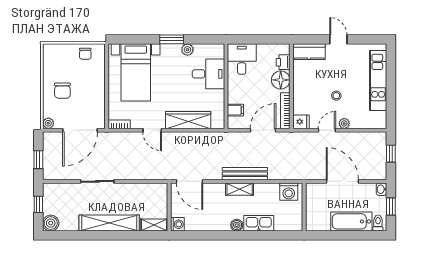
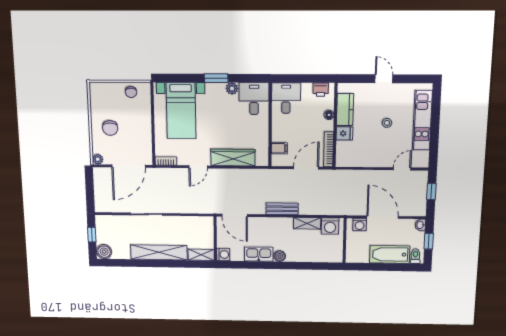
kitchen counter: (309, 52) -> (345, 110), moved, turned -90
printer: (283, 62) -> (321, 90), moved, turned -90
desk: (208, 74) -> (254, 99), moved, turned -90
floor lamp: (281, 80) -> (329, 115), width x0.53, depth x0.53
stool: (336, 96) -> (387, 123), moved
fridge: (301, 122) -> (344, 133), moved
plant: (344, 123) -> (387, 162), removed
door: (152, 130) -> (198, 167), hinge flipped
door: (327, 130) -> (402, 169), moved
window: (38, 160) -> (90, 193), removed
bench: (245, 174) -> (282, 209), width x0.73
shelving: (240, 189) -> (307, 223), moved
washing machine: (319, 190) -> (360, 225), added
kitchen sink: (259, 223) -> (259, 254), moved

